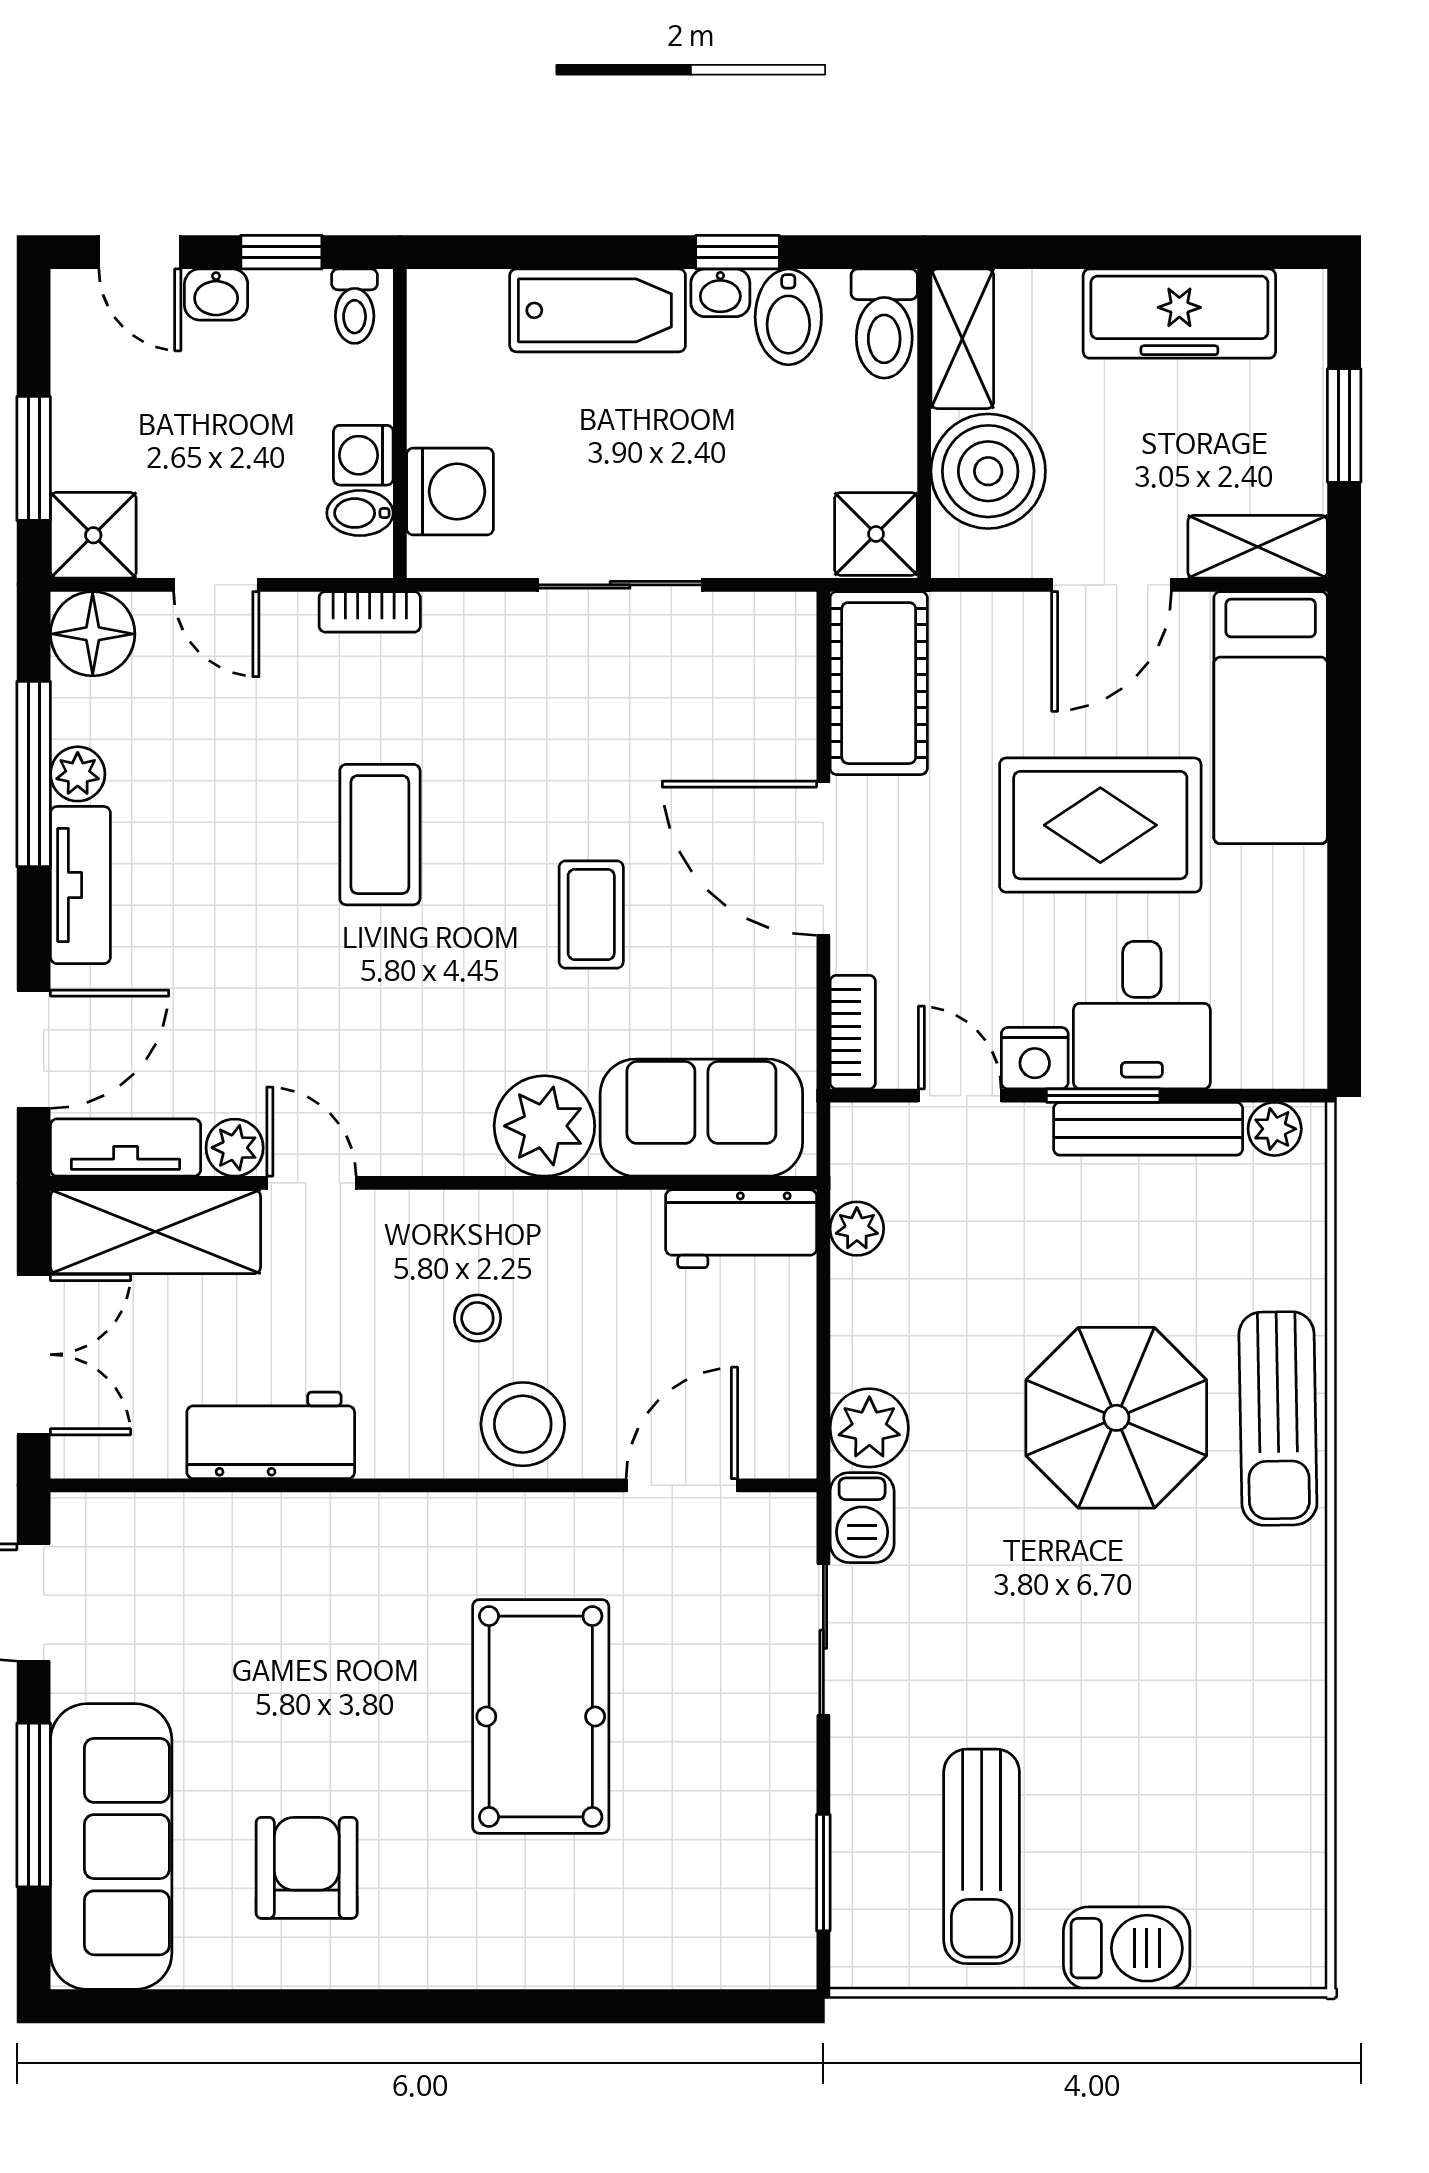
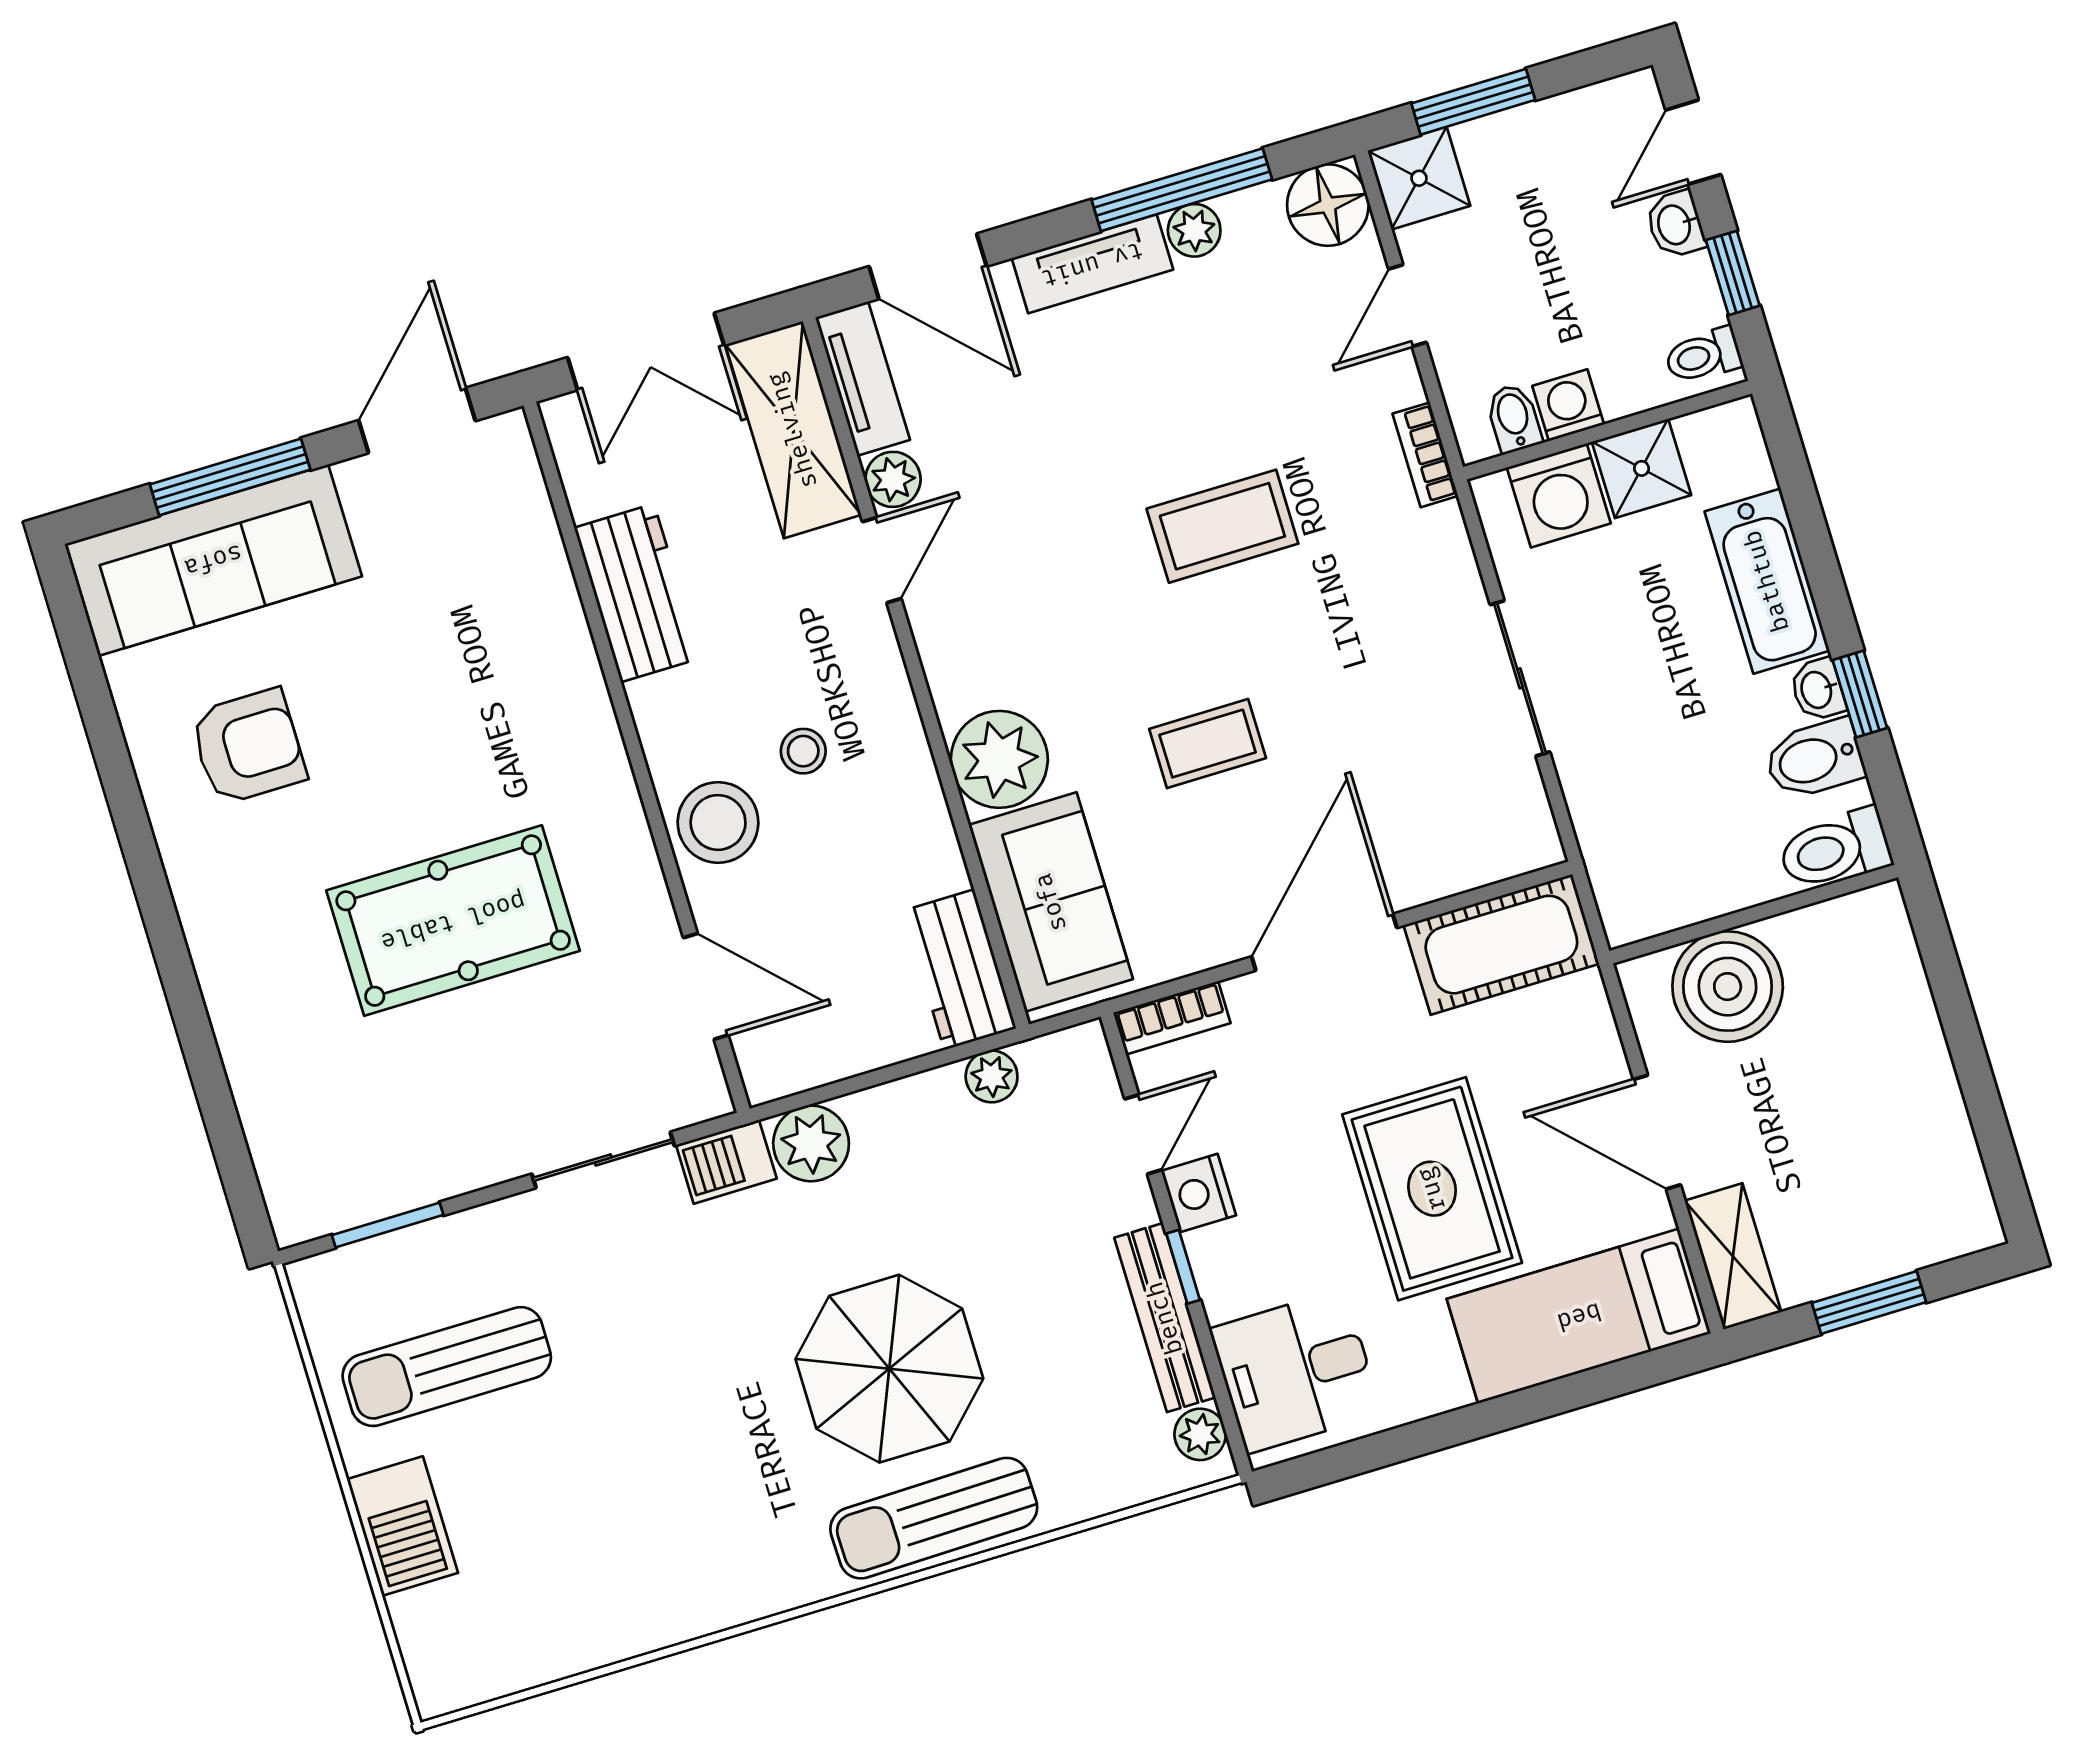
freezer: (1179, 314) -> (1926, 1119), removed
shelving: (962, 339) -> (1843, 926), removed
shower: (876, 534) -> (1642, 468), moved
desk: (1142, 1015) -> (1296, 1371), moved
window: (1103, 1096) -> (1183, 1267), width x0.67

